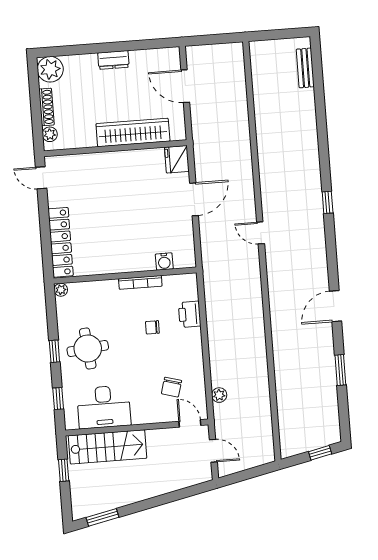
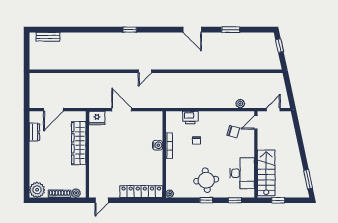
dresser: (113, 60) -> (34, 132), moved
water cooler: (164, 261) -> (158, 145), moved

